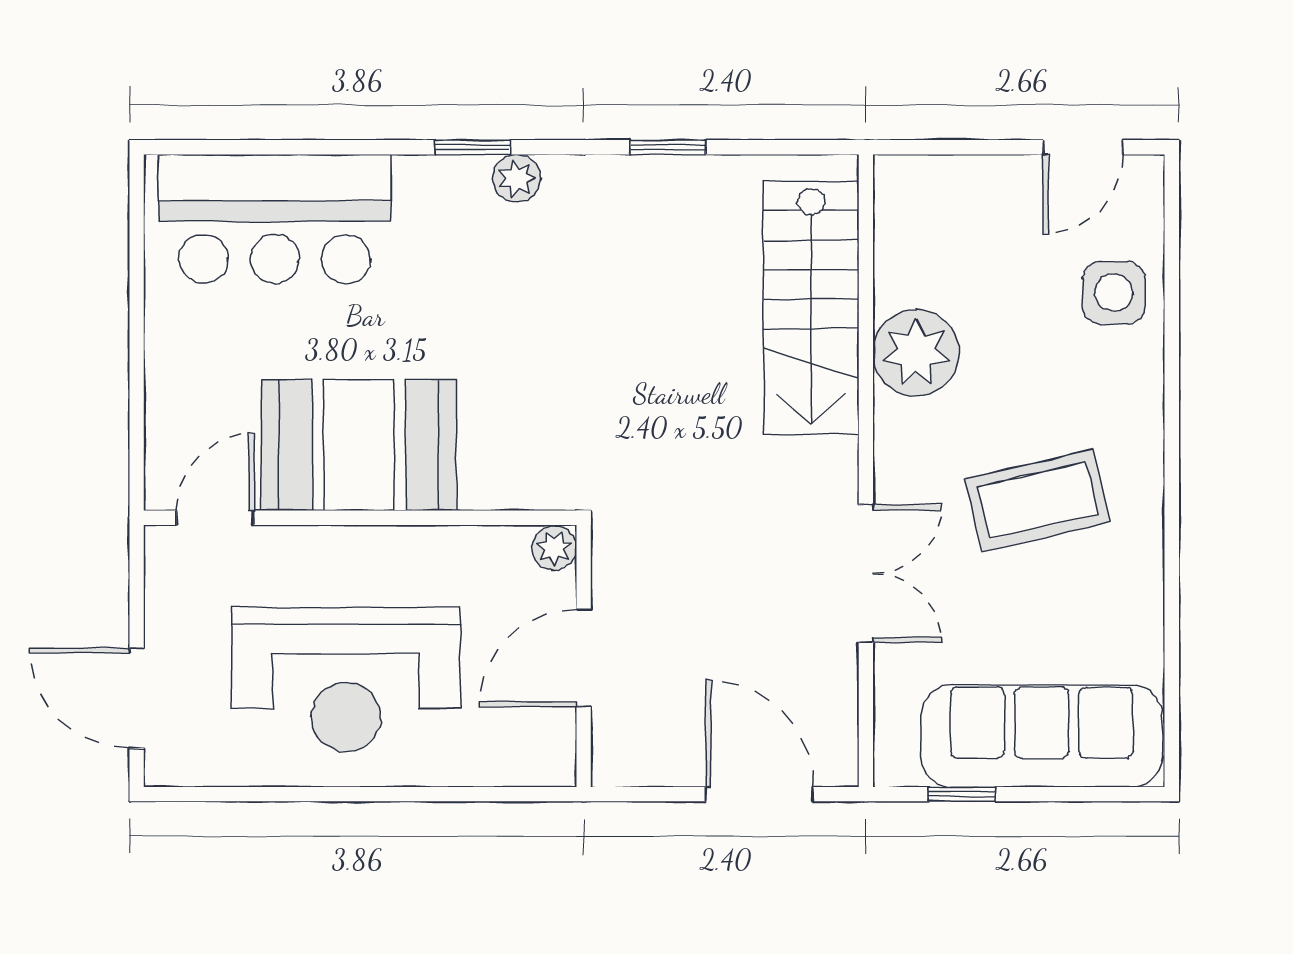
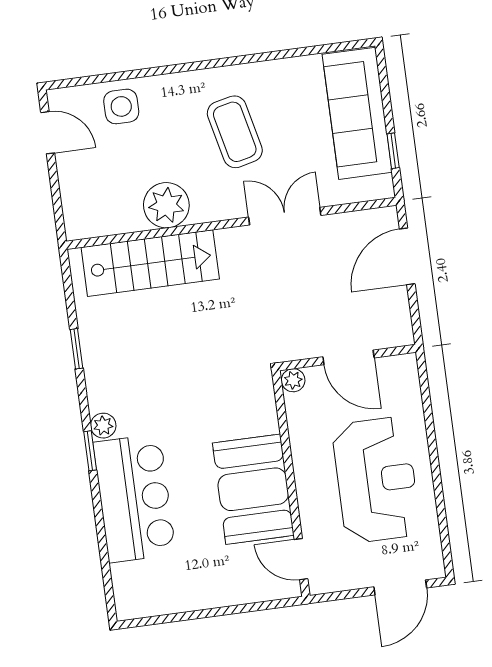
bar counter: (275, 219) -> (134, 498), moved

